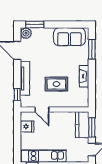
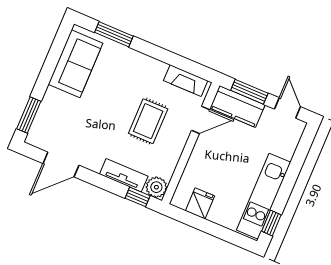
plant: (26, 33) -> (156, 187), moved
fireplace: (84, 76) -> (186, 81), moved
tv unit: (25, 78) -> (124, 175), width x0.71
door: (42, 109) -> (201, 120), moved

